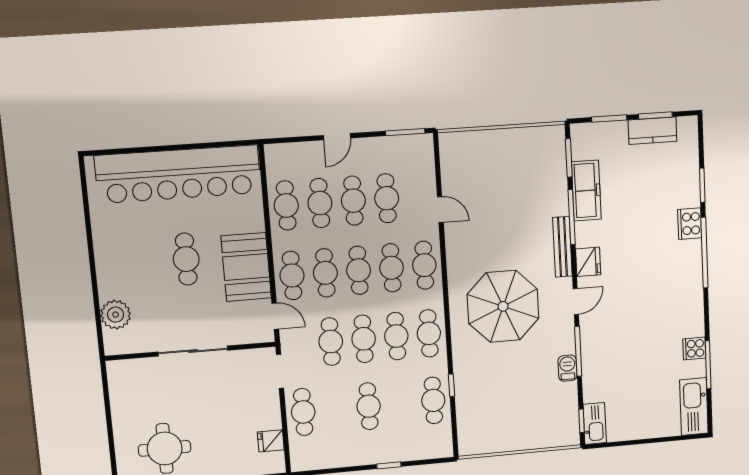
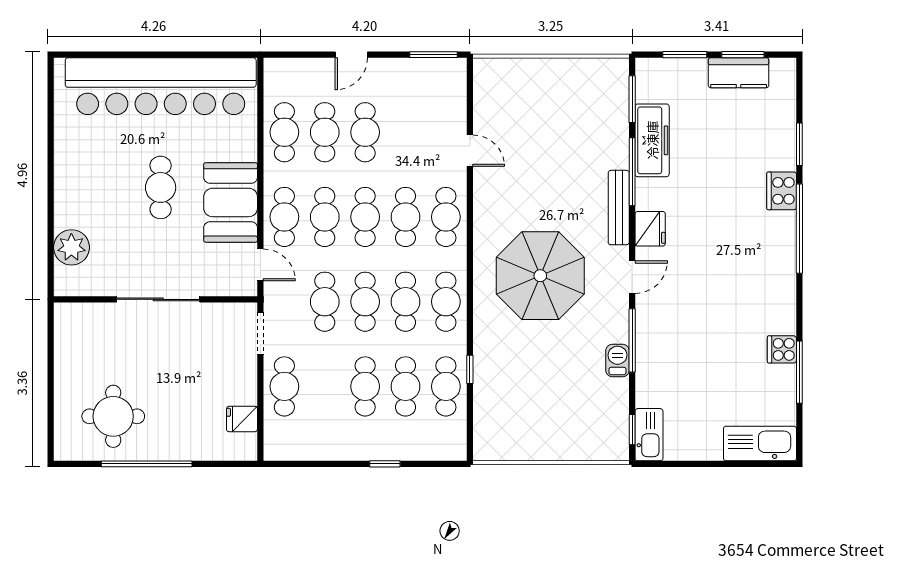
cafe table: (387, 198) -> (406, 386), moved
kitchen sink: (694, 407) -> (760, 444), moved, turned 90

